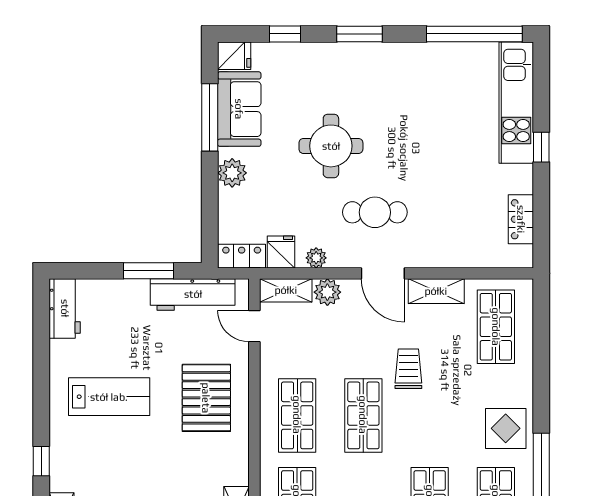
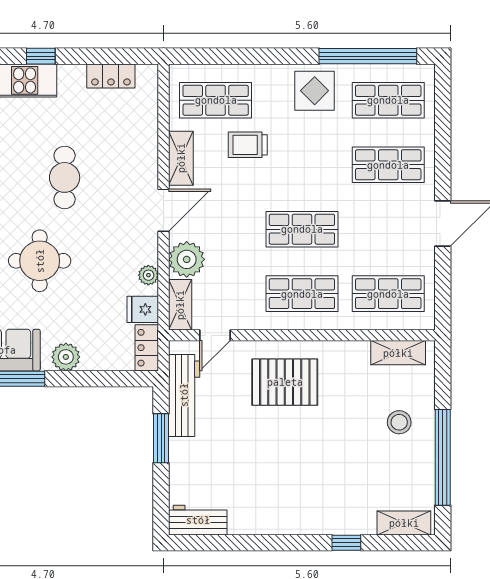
cafe table: (375, 212) -> (65, 177), moved
plant: (327, 292) -> (187, 259), width x1.36, depth x1.36
trolley: (408, 369) -> (248, 145), moved
lab bench: (109, 397) -> (284, 477), removed

